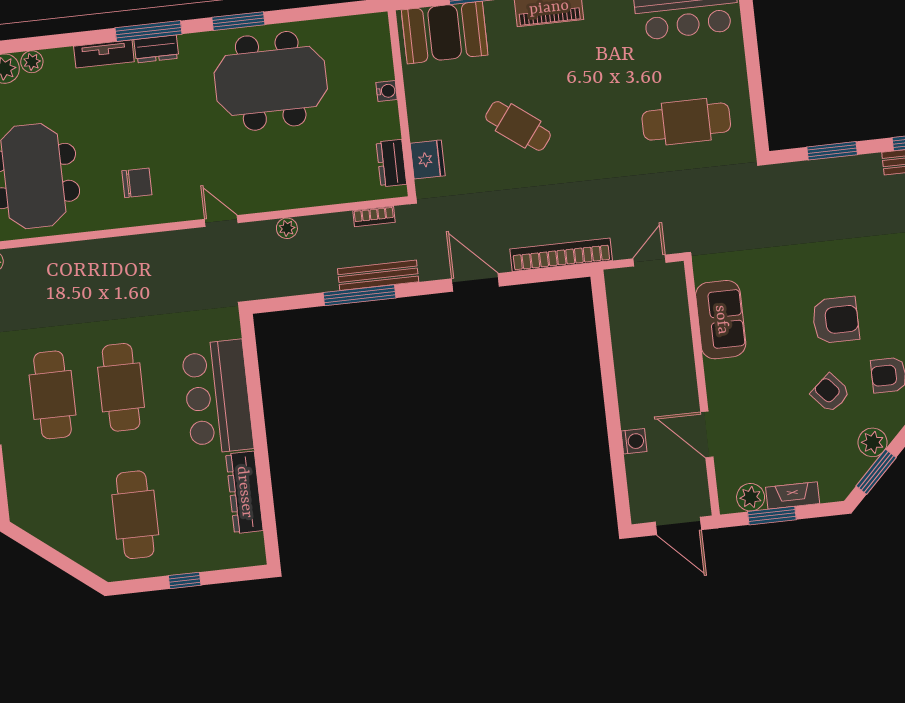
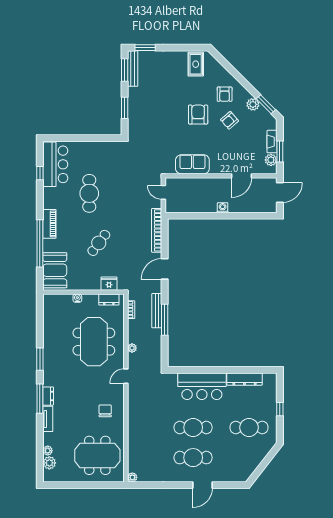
meeting table: (271, 81) -> (94, 342), moved
cafe table: (686, 122) -> (89, 193), moved
washing machine: (634, 441) -> (223, 208), moved

